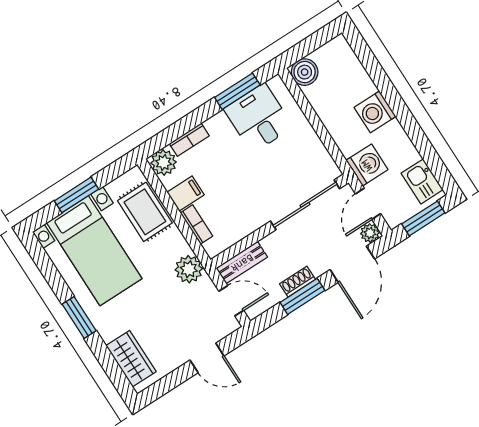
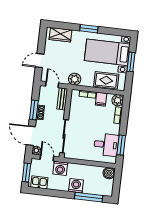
window: (376, 73) -> (89, 197), added
door: (231, 301) -> (52, 85), swing flipped

